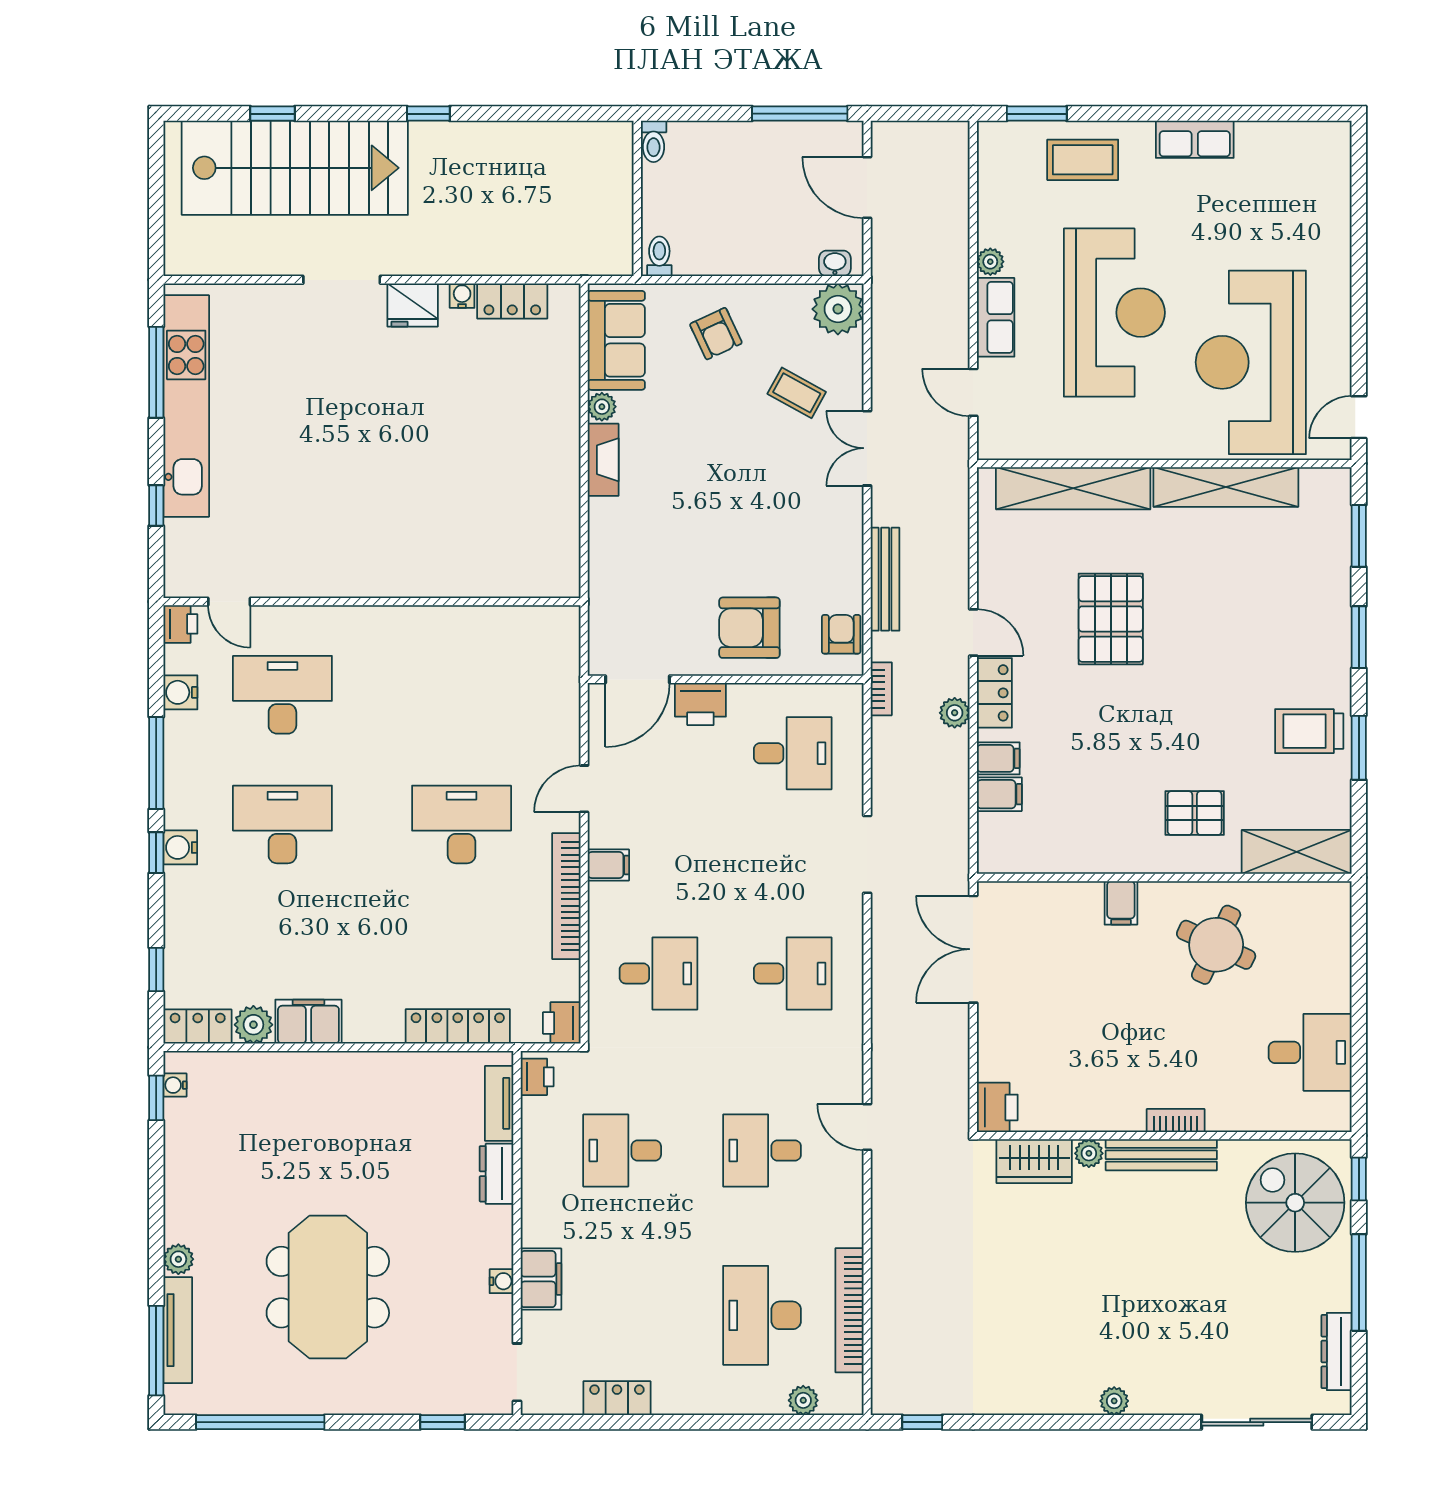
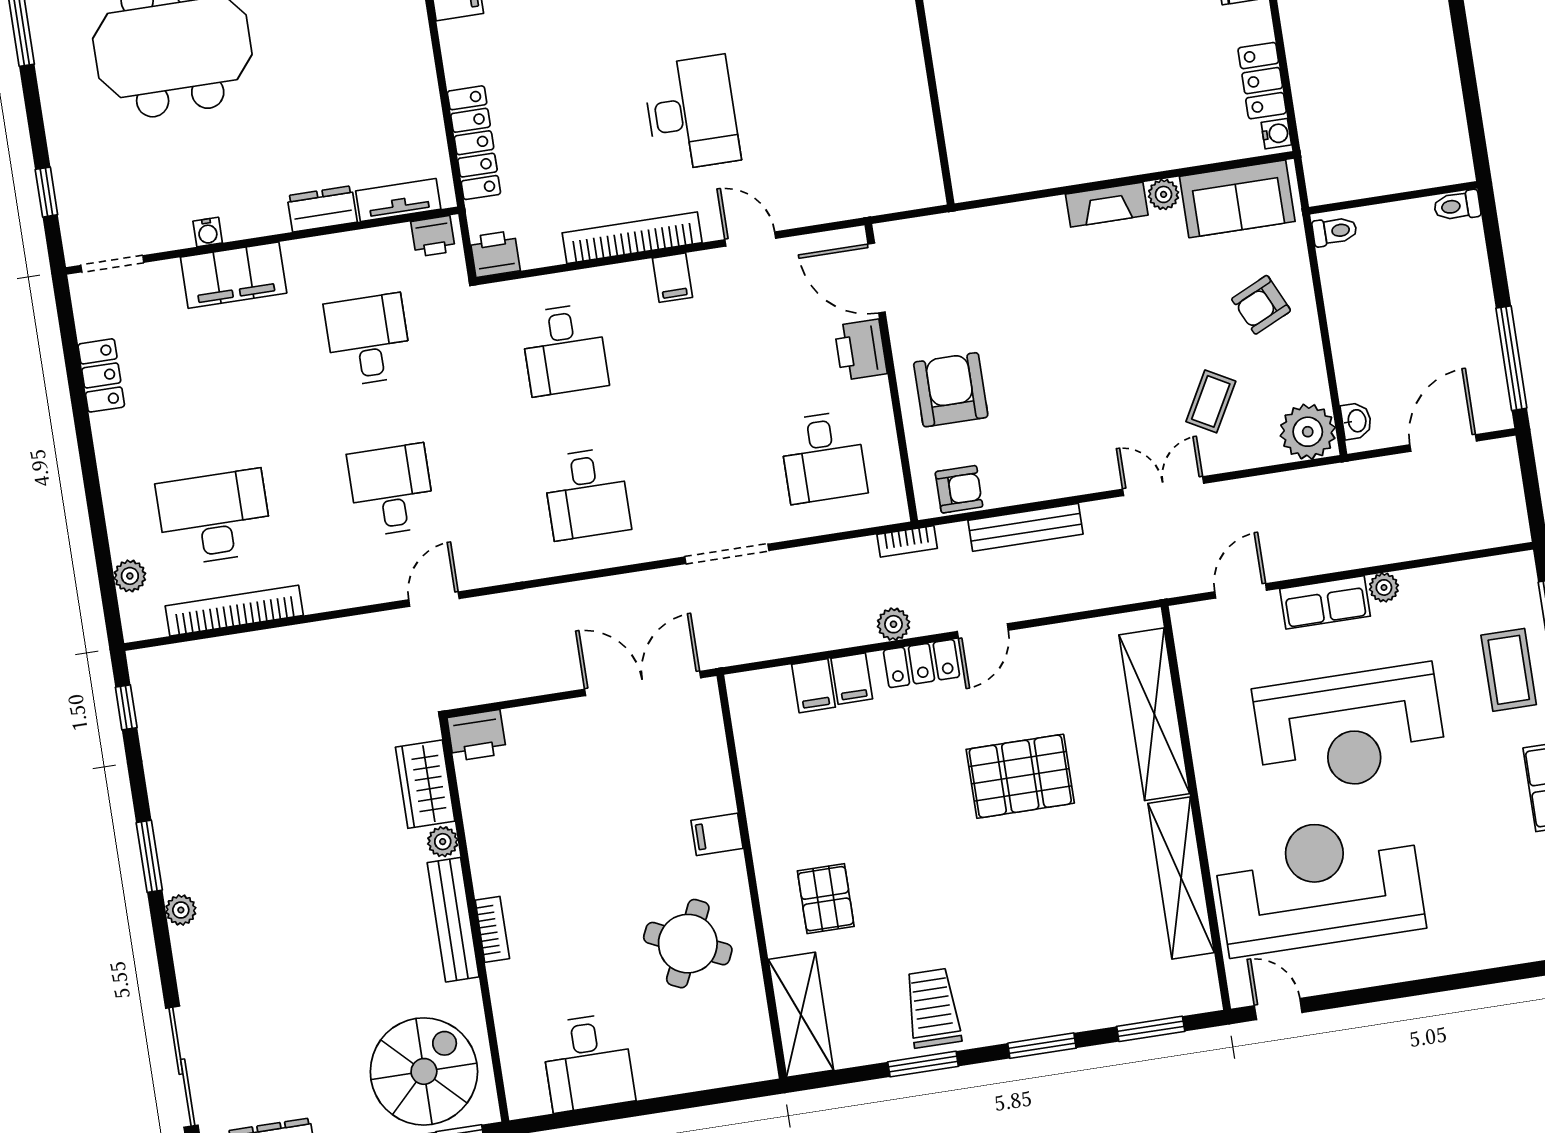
water cooler: (462, 296) -> (1276, 134), moved
filing cabinet: (541, 1279) -> (234, 275), width x1.50, depth x1.17
window: (1061, 1422) -> (149, 856), added

